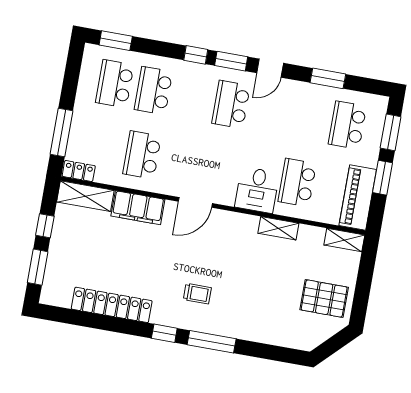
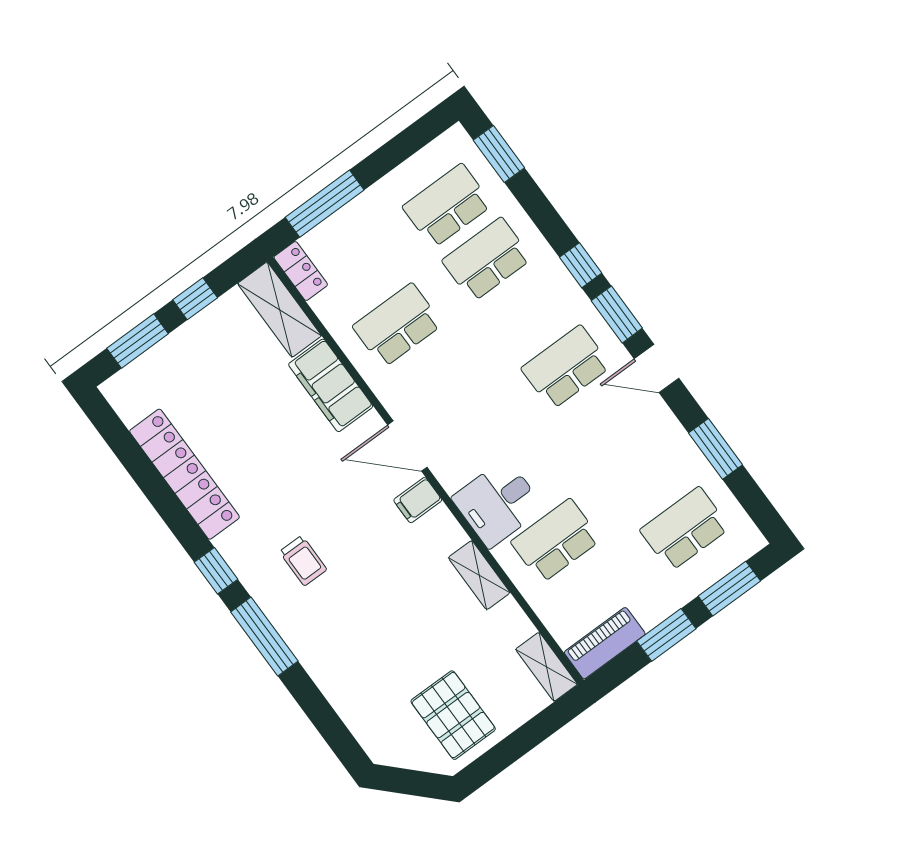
piano: (358, 198) -> (605, 643), width x0.73, depth x0.75
filing cabinet: (222, 221) -> (418, 500), added

